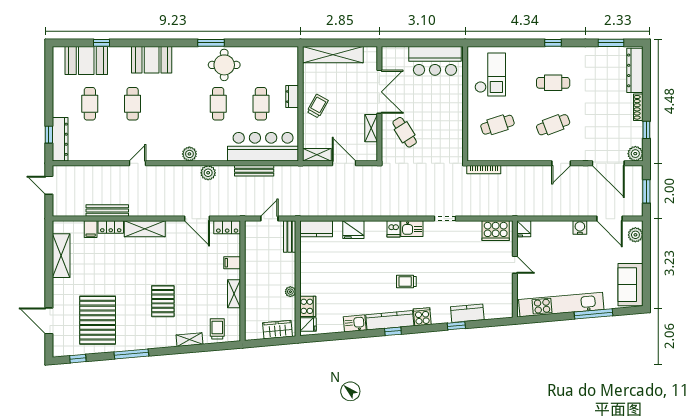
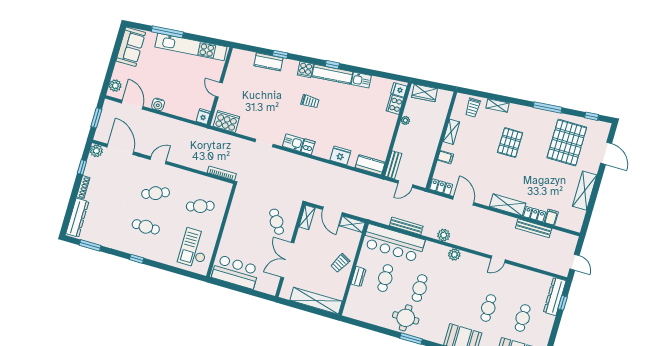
shelving: (371, 128) -> (307, 217), moved
shelving: (61, 256) -> (585, 191), moved

